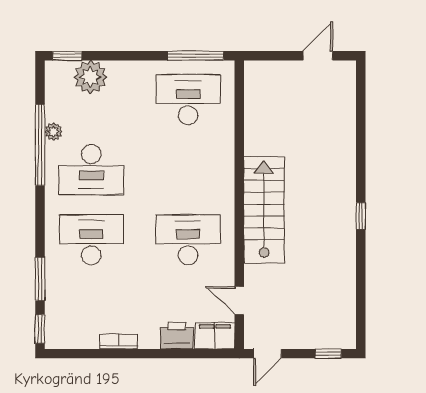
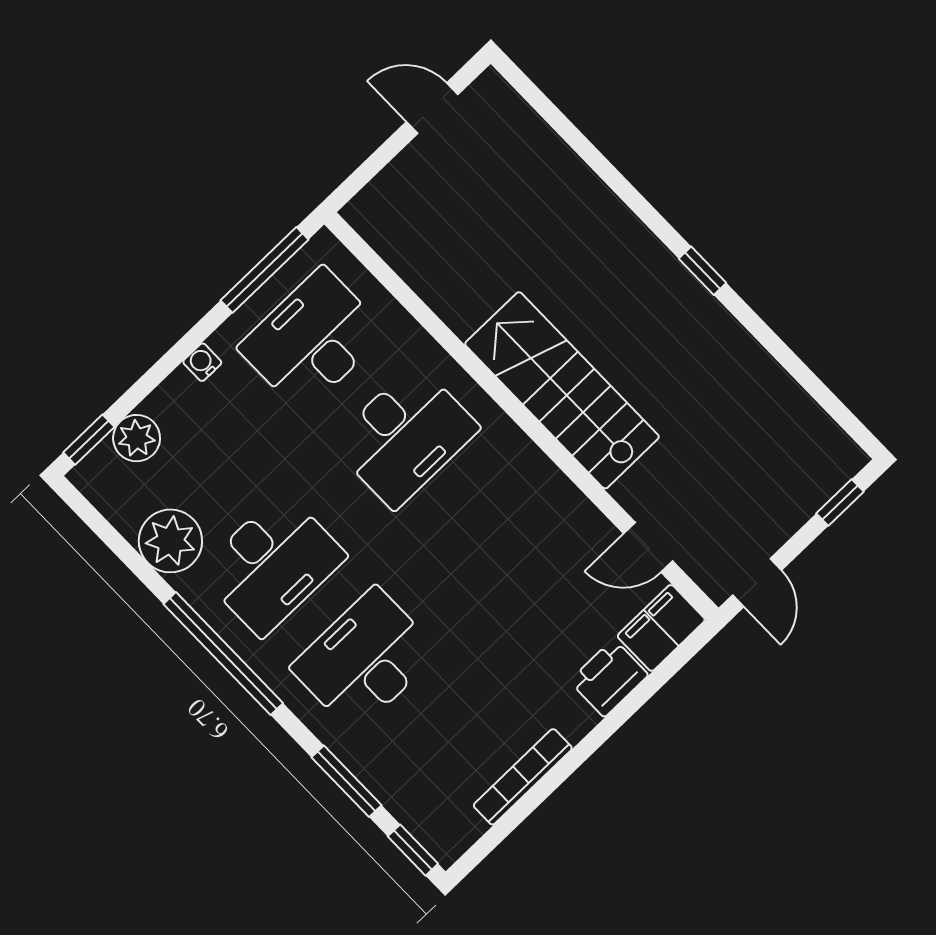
door: (318, 56) -> (432, 108), hinge flipped
water cooler: (138, 68) -> (202, 362), added
plant: (90, 77) -> (137, 438), width x0.73, depth x0.73
plant: (53, 132) -> (170, 541), width x1.88, depth x1.88
window: (40, 145) -> (223, 654), moved
desk: (188, 240) -> (405, 436), moved, turned 180
bookcase: (119, 341) -> (523, 777), width x1.56

